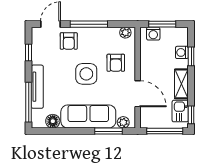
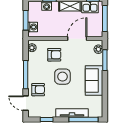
sofa: (88, 117) -> (94, 81), width x0.73
floor lamp: (53, 121) -> (98, 101), removed

